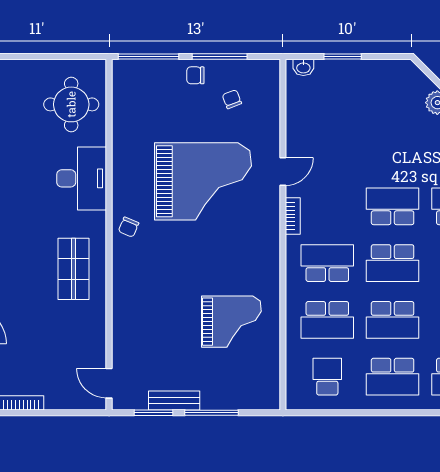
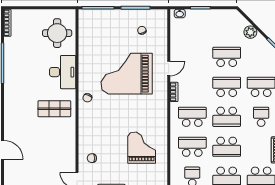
chair: (195, 75) -> (92, 158), moved
school desk: (393, 150) -> (227, 57), added
grand piano: (203, 181) -> (127, 74), turned 180
shop shelf: (74, 269) -> (54, 109), moved, turned 90
school desk: (327, 320) -> (192, 147), turned 180
grand piano: (231, 322) -> (142, 148), turned -90

